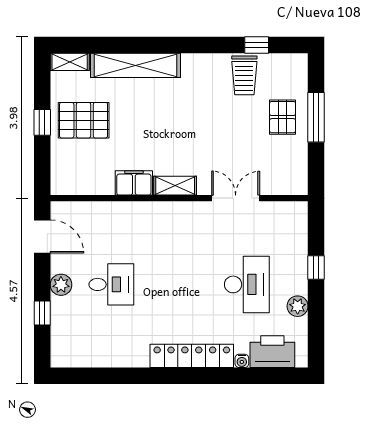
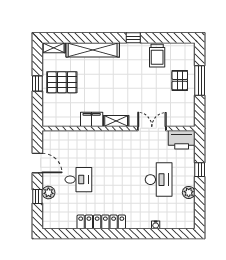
window: (257, 45) -> (133, 38), moved
door: (42, 236) -> (37, 163), moved
plant: (61, 285) -> (48, 193), moved
printer: (272, 352) -> (182, 140), moved, turned 180
locker: (192, 356) -> (101, 222), moved

